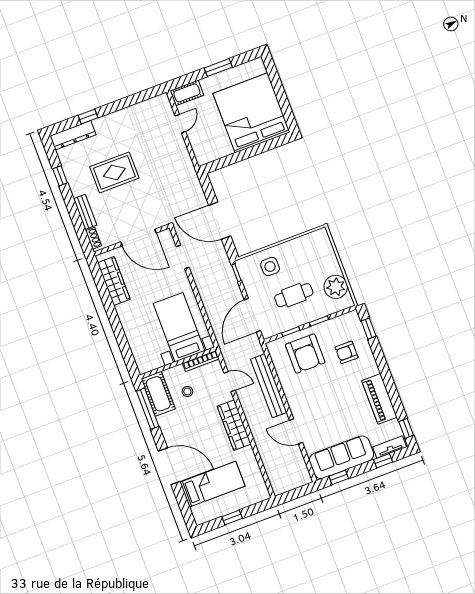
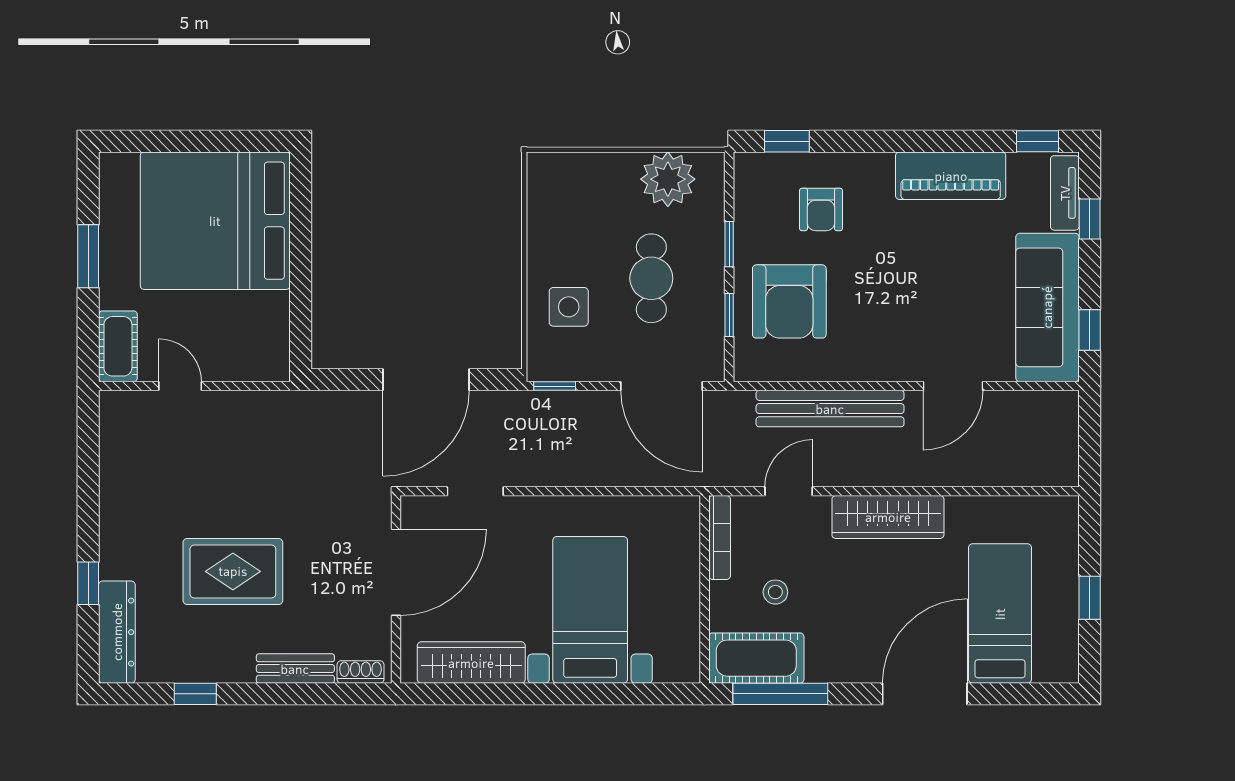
rug: (114, 172) -> (233, 571), turned 90
bed with nightstands: (179, 327) -> (590, 610), moved, turned 90
armchair: (305, 354) -> (789, 301), turned 90

